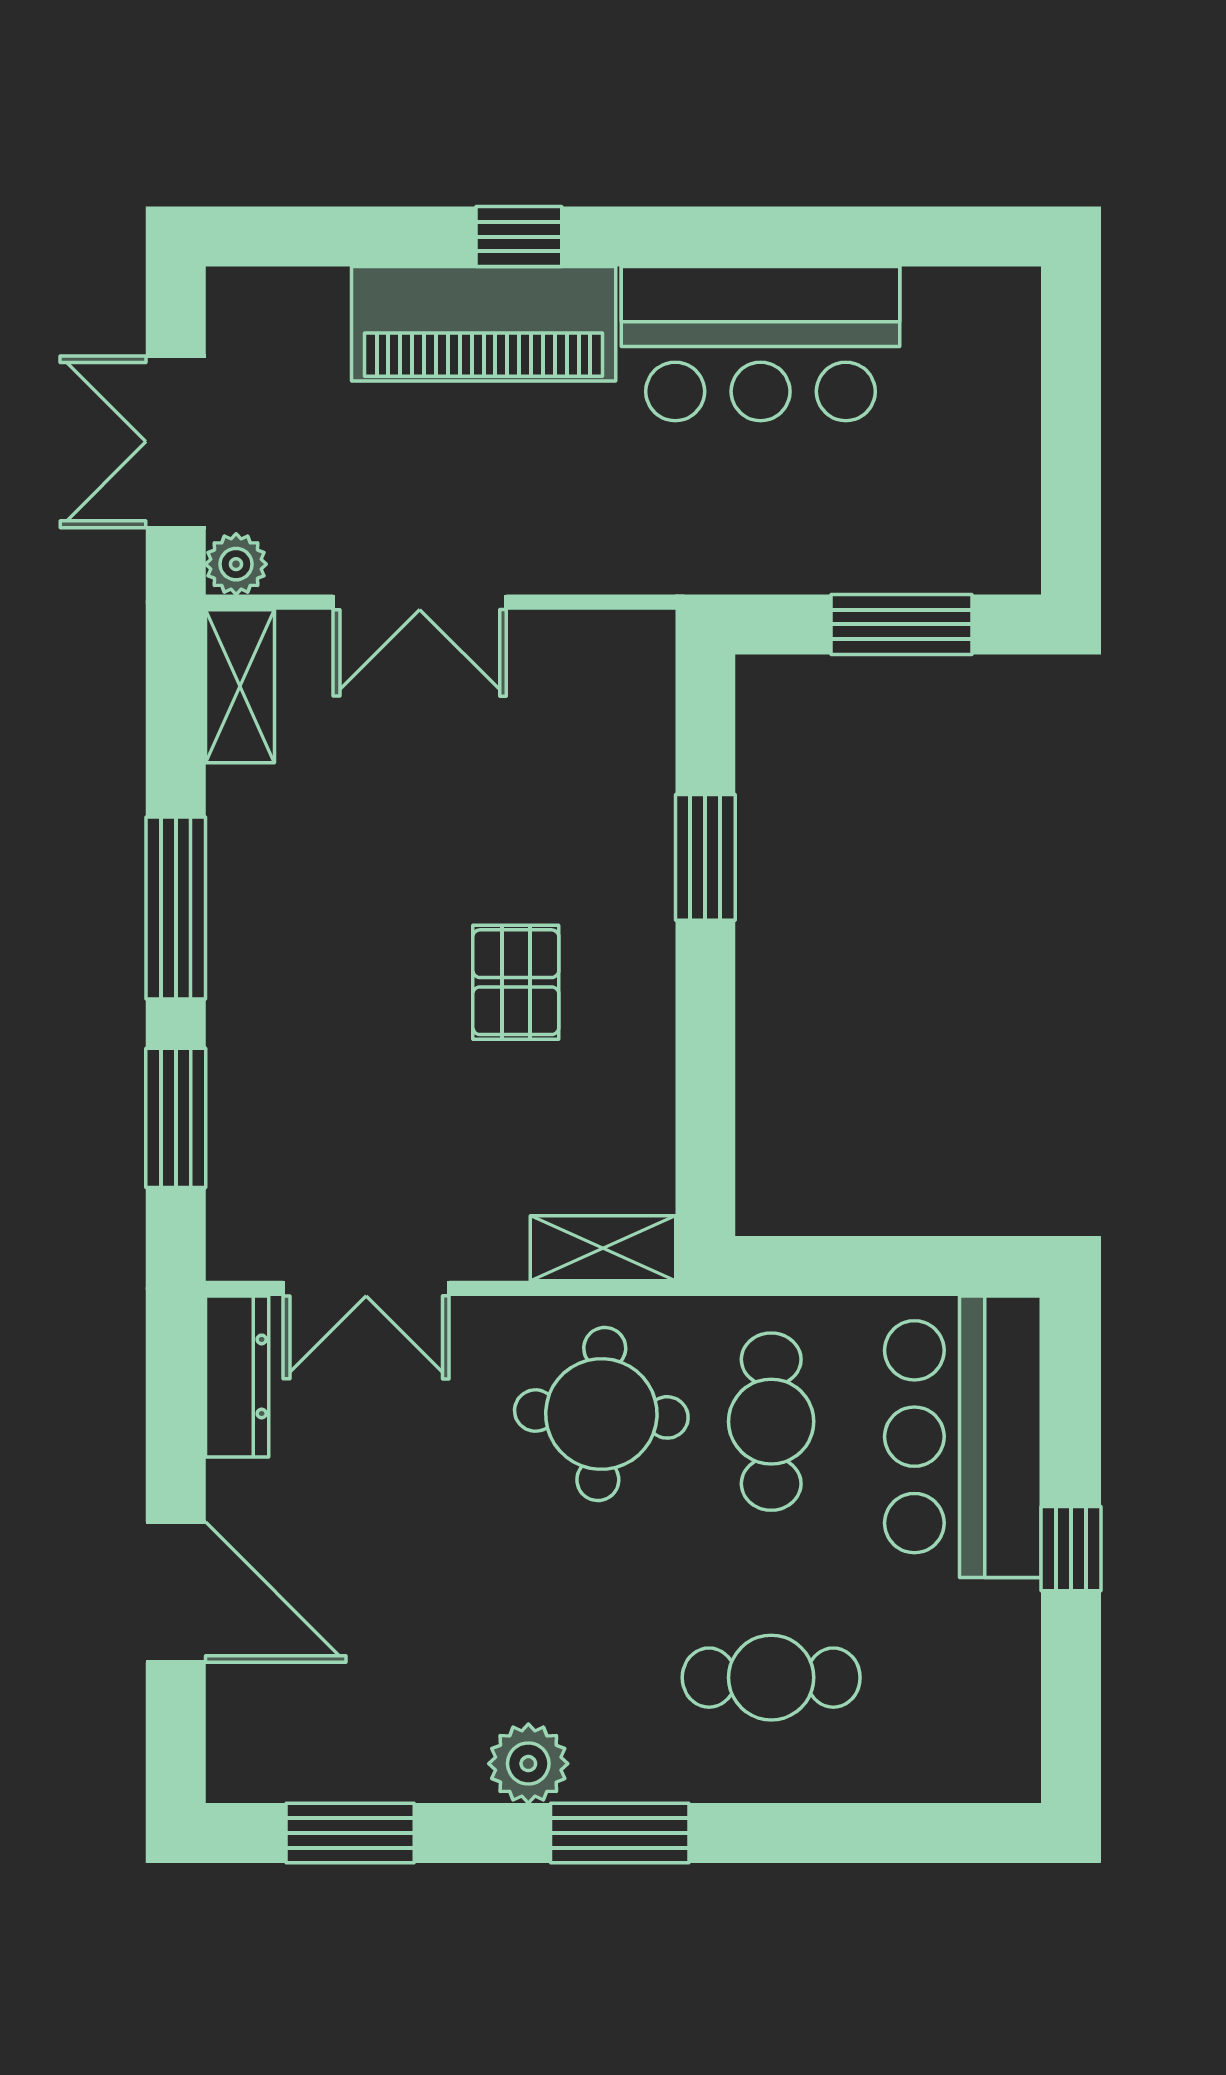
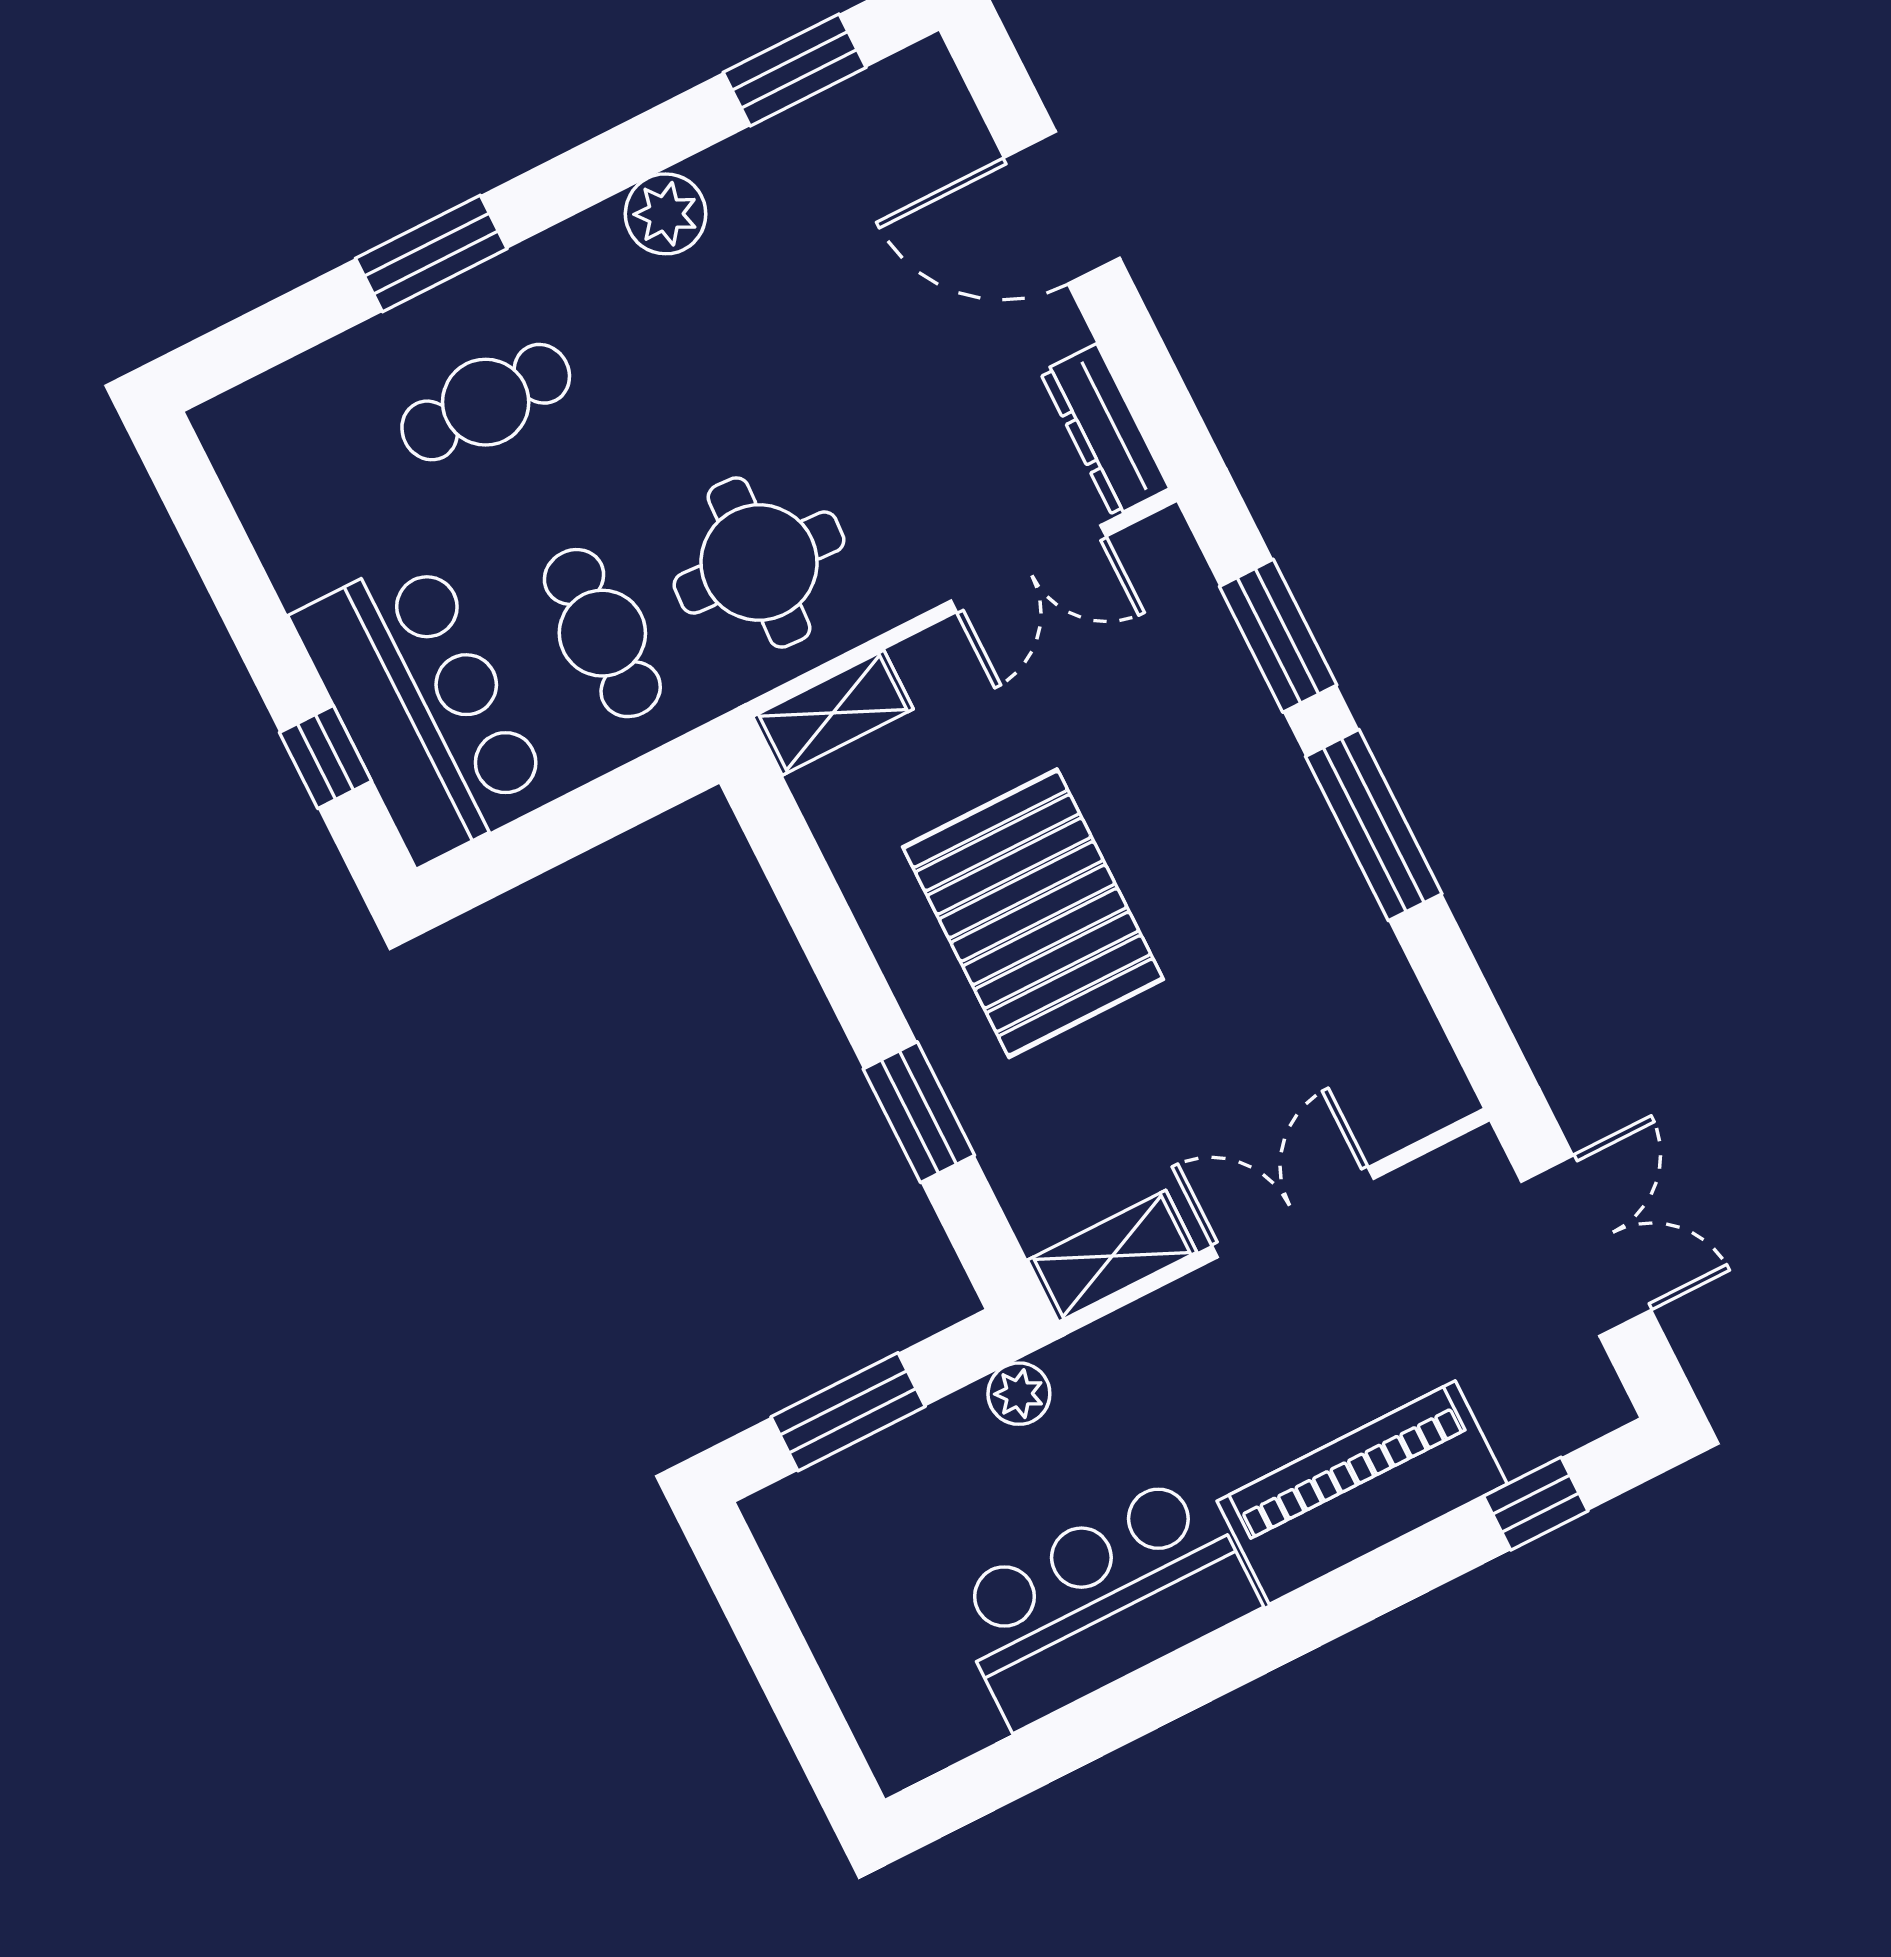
window: (519, 237) -> (1536, 1504), moved
plant: (236, 564) -> (1019, 1394), moved
shelving: (240, 686) -> (1112, 1256), moved, turned 90
pallet: (516, 982) -> (1033, 913), width x2.05, depth x2.00
double door: (366, 1288) -> (1028, 569), swing flipped
window: (1071, 1549) -> (325, 757), moved
window: (620, 1833) -> (431, 253), moved

